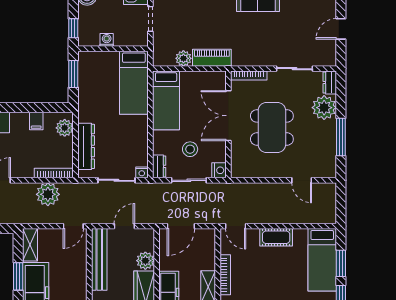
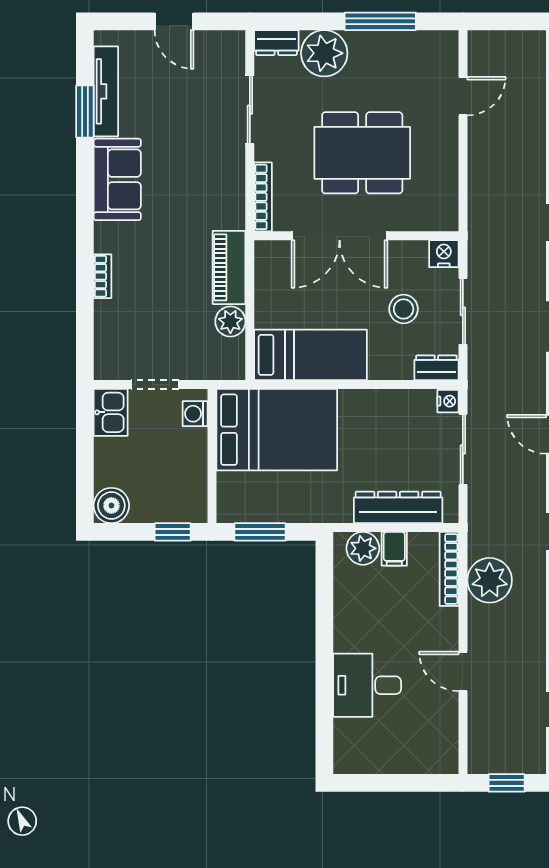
washing machine: (107, 40) -> (195, 414), moved
bed: (134, 83) -> (277, 430), width x1.50
filing cabinet: (36, 121) -> (394, 549), moved, turned 90

